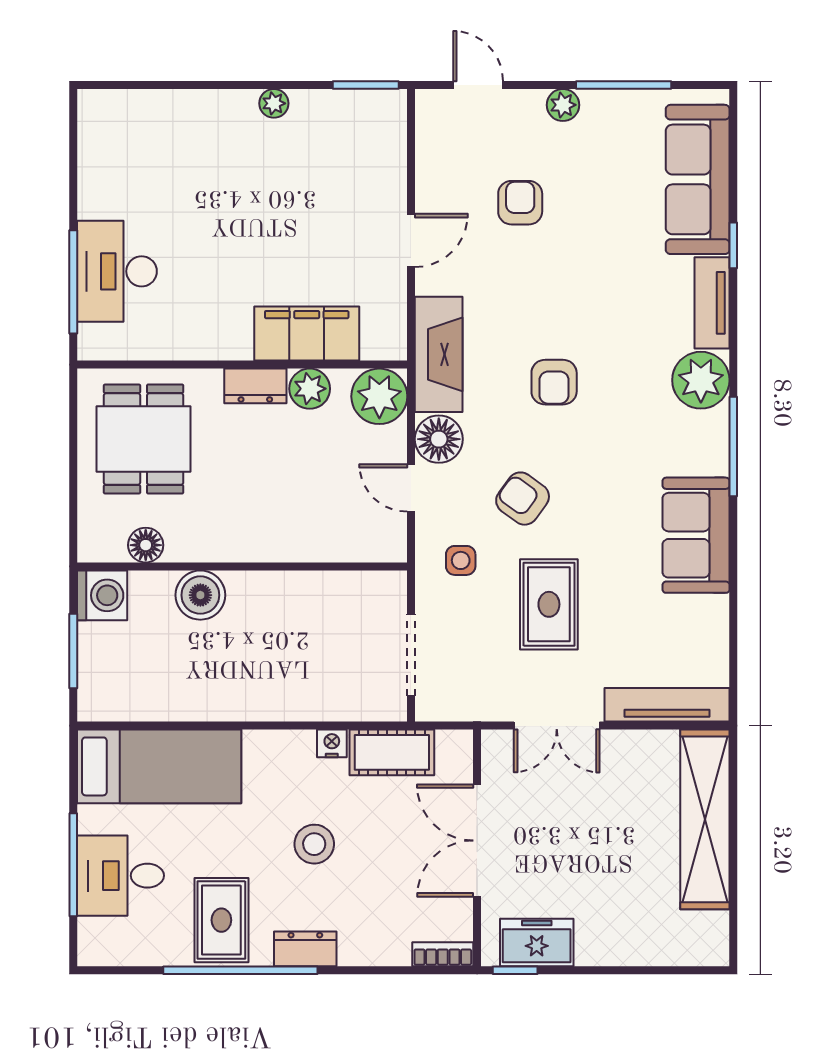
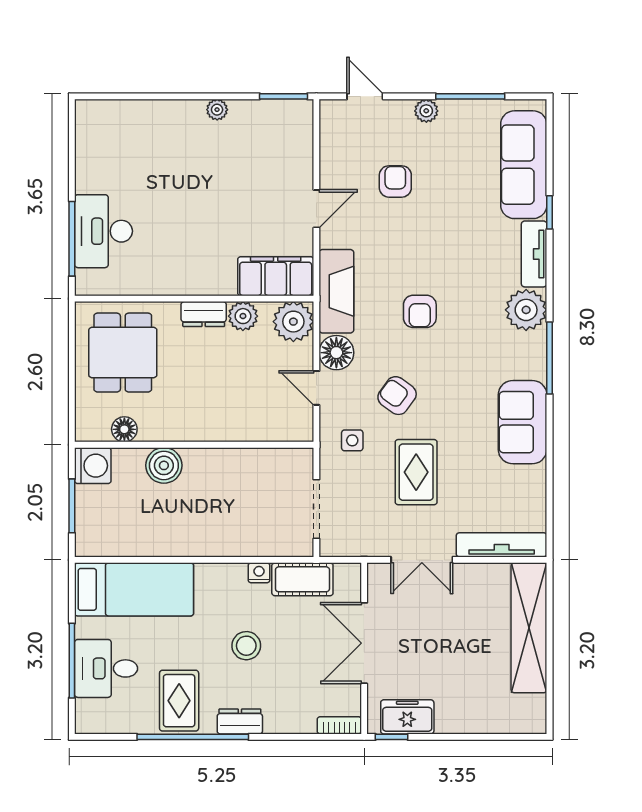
filing cabinet: (307, 334) -> (276, 276), moved

